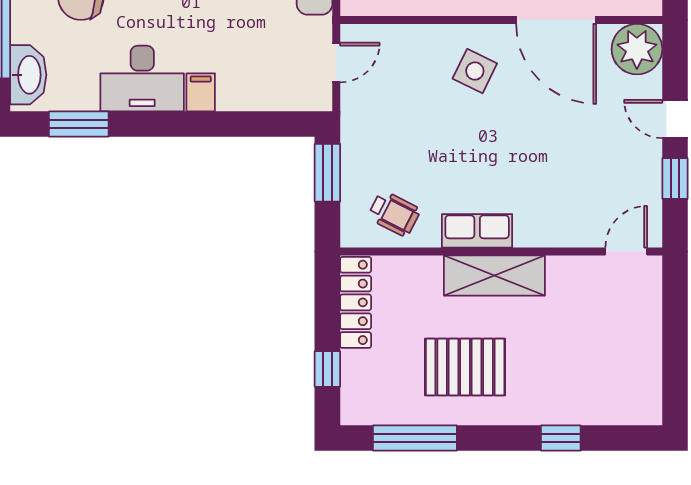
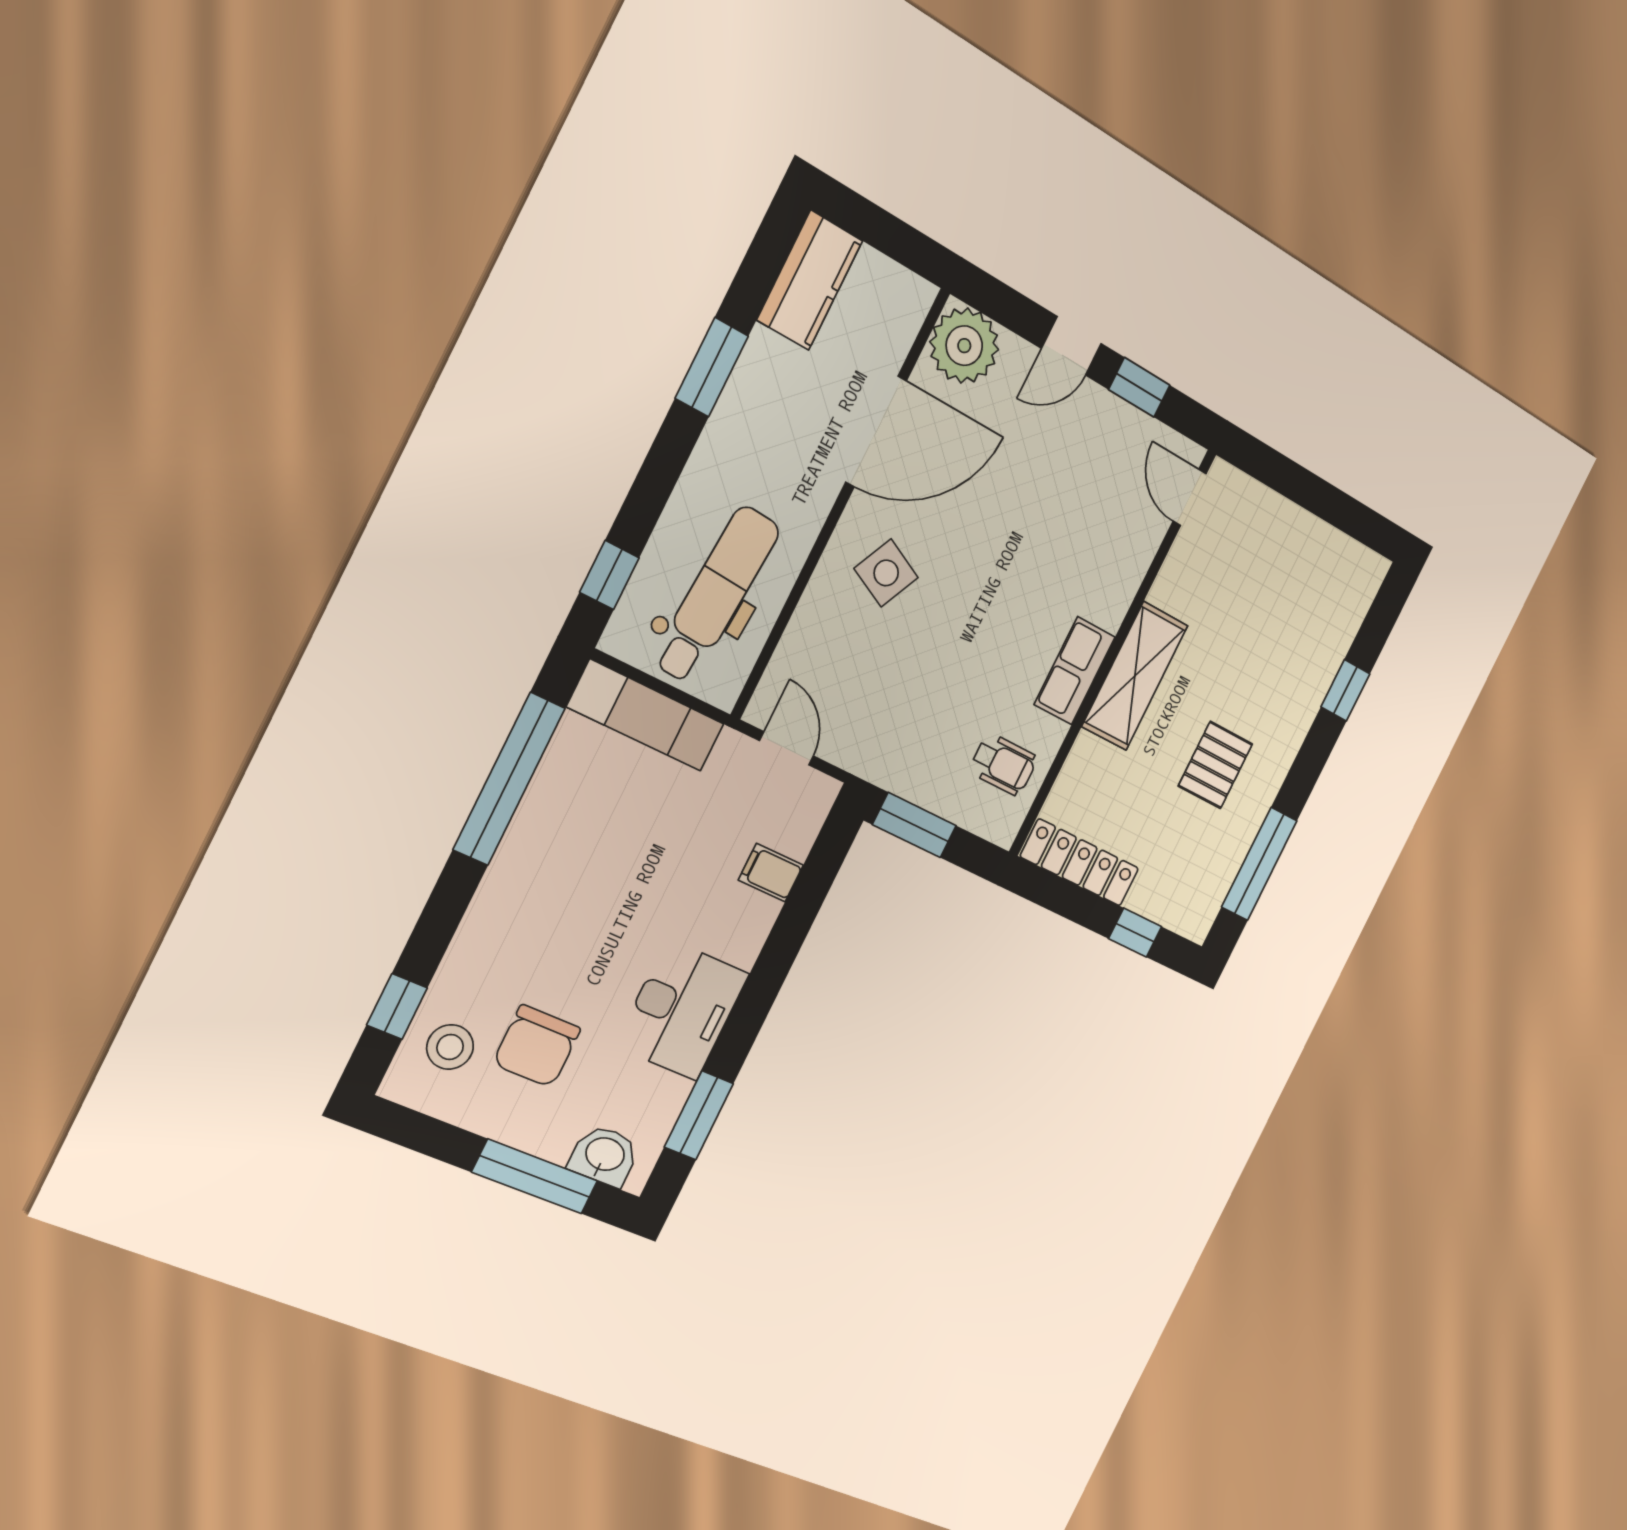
washbasin: (28, 75) -> (604, 1156), width x0.72
filing cabinet: (201, 92) -> (771, 873), moved
wheelchair: (394, 214) -> (1003, 764), turned 63
pallet: (465, 367) -> (1215, 765), width x0.67, depth x0.71

